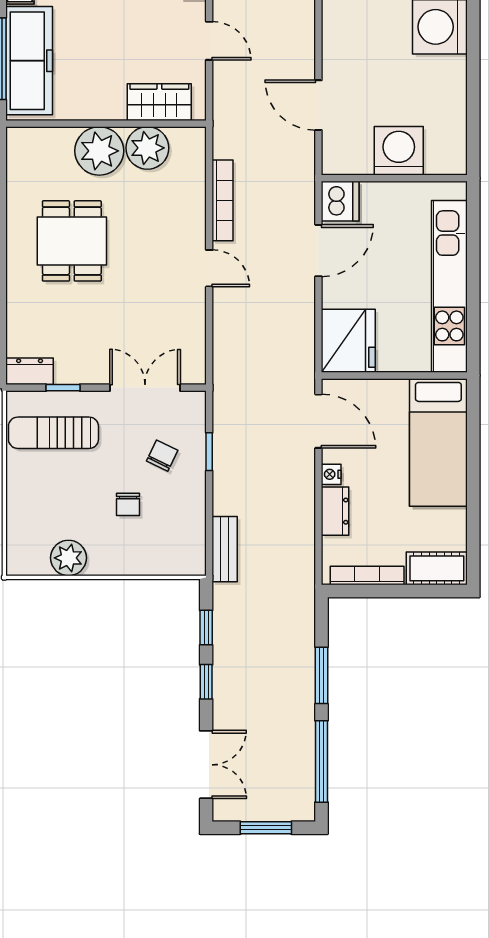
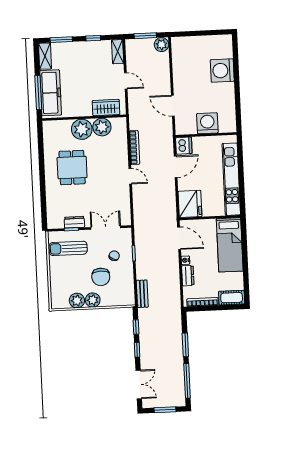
dresser: (30, 371) -> (74, 222), moved
chair: (128, 504) -> (101, 277), width x1.87, depth x1.87
plant: (106, 558) -> (93, 300), added

